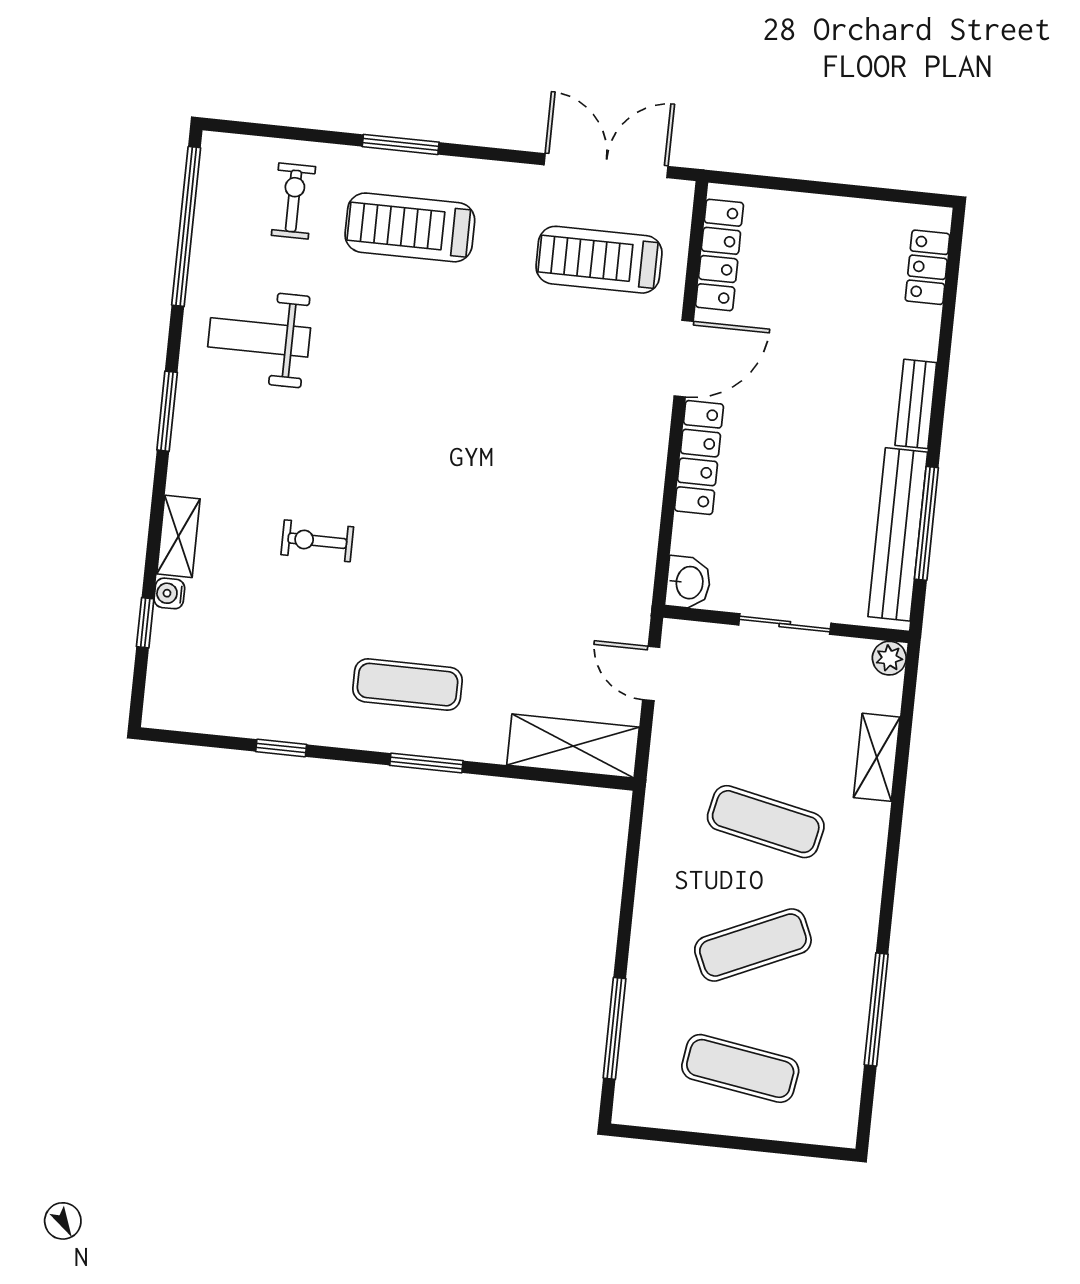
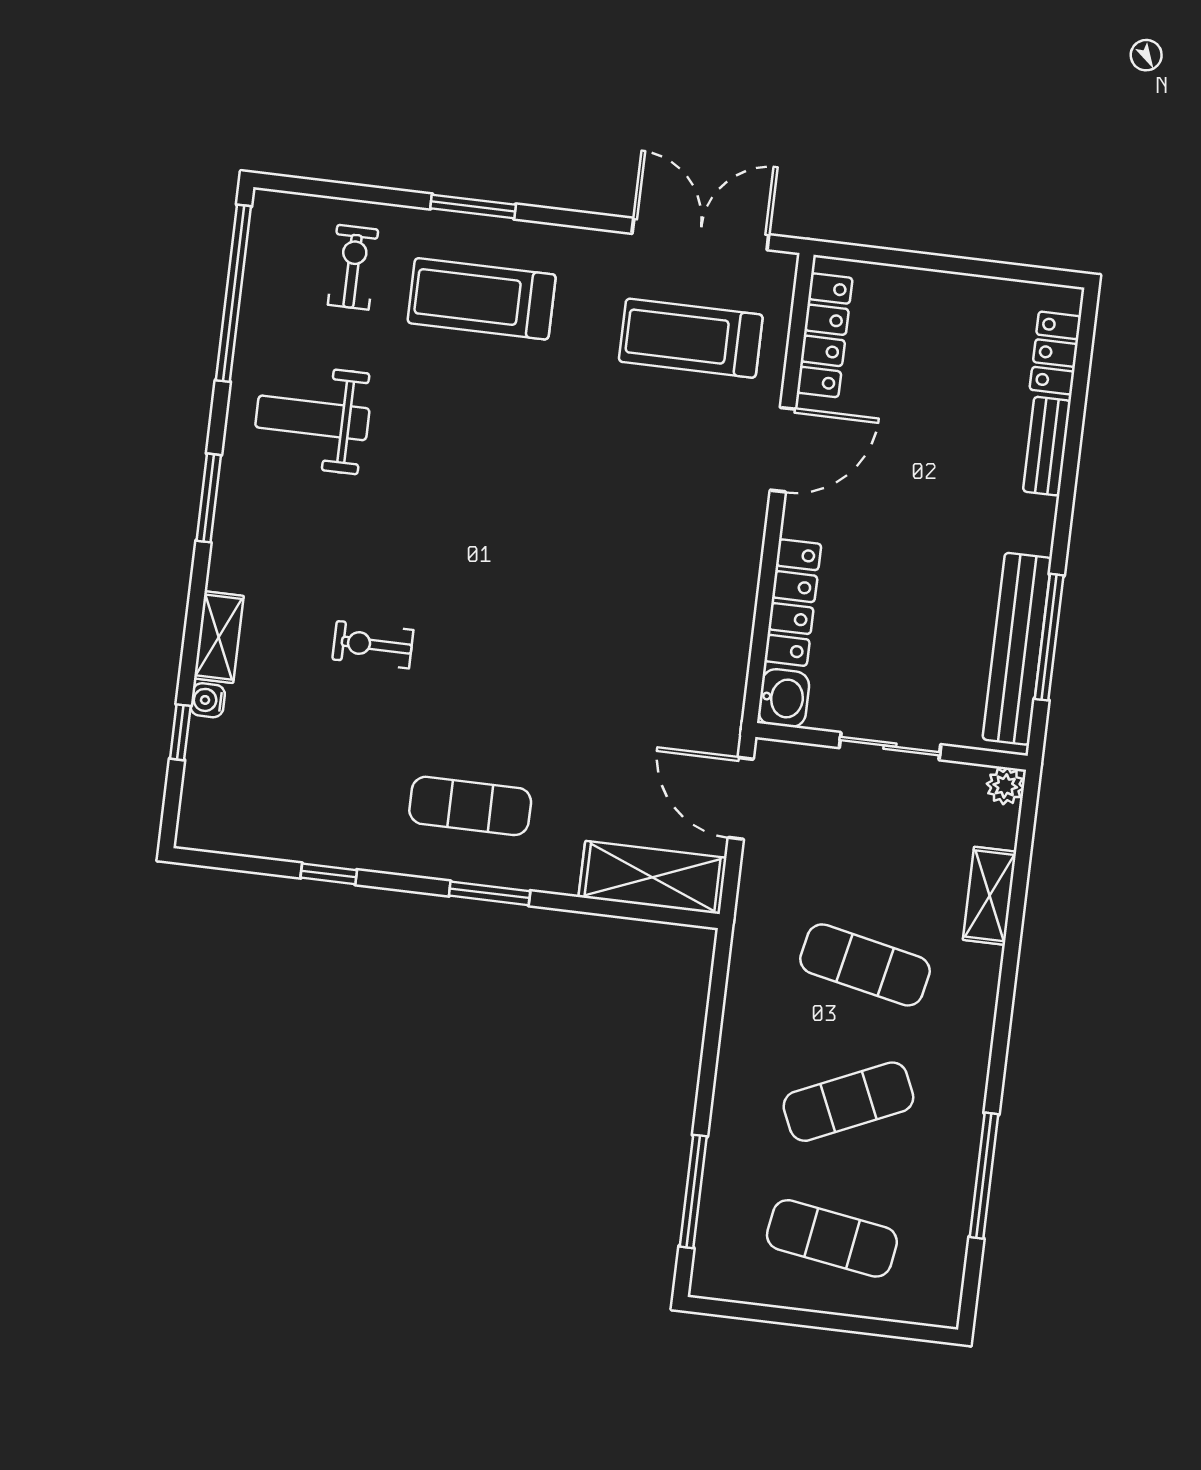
bench: (916, 404) -> (1047, 446), moved
locker: (699, 457) -> (793, 603), moved
door: (651, 674) -> (741, 798), width x1.38

